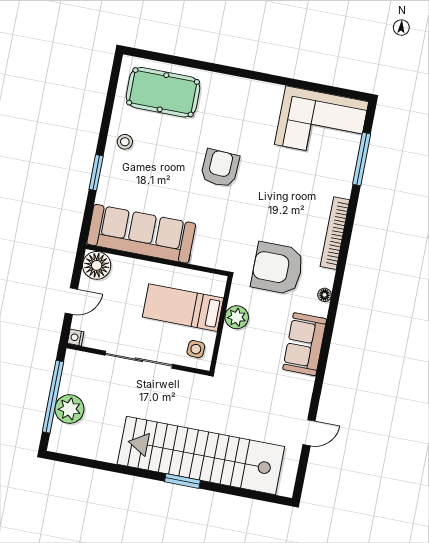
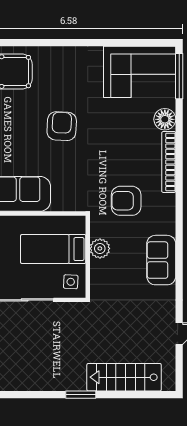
window: (362, 159) -> (179, 76), moved
armchair: (277, 268) -> (126, 201), width x0.73, depth x0.73
floor lamp: (324, 295) -> (165, 119), moved, width x1.89, depth x1.89
stairs: (201, 455) -> (124, 377), width x0.54, depth x0.66

